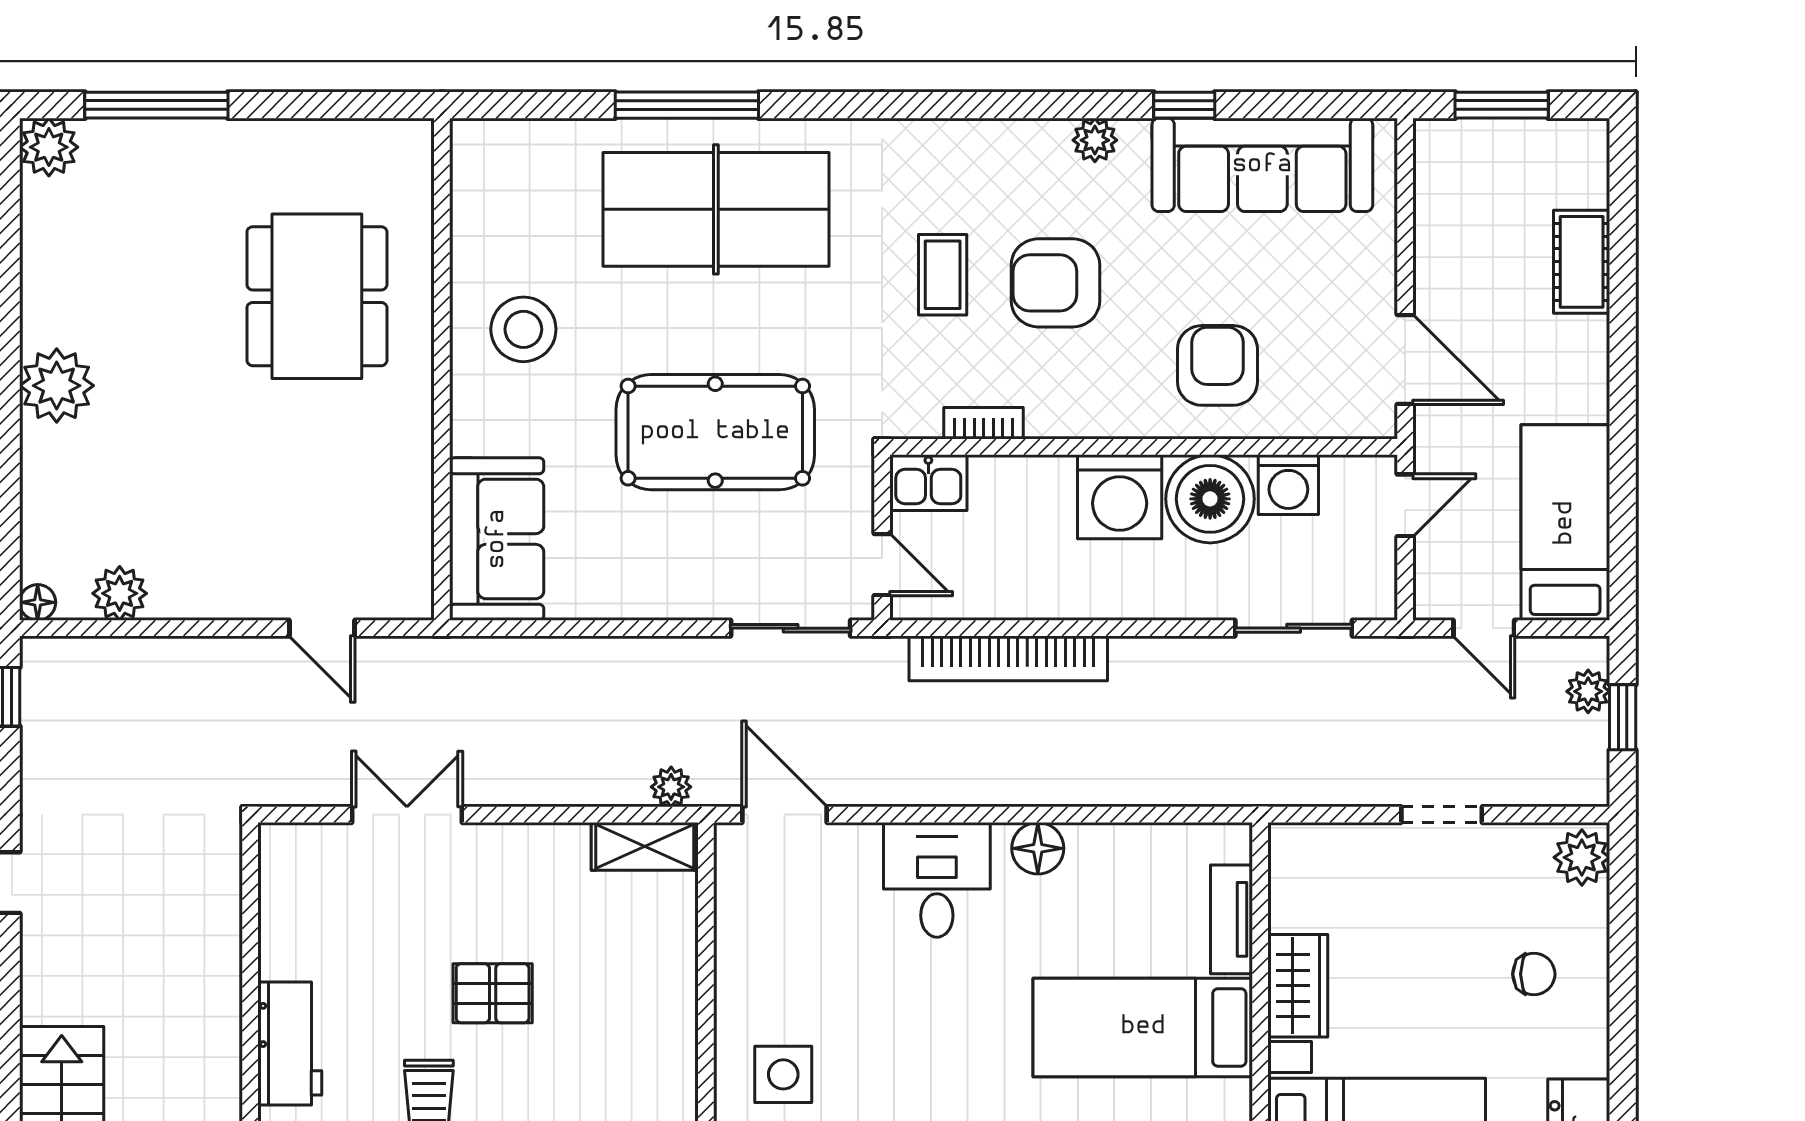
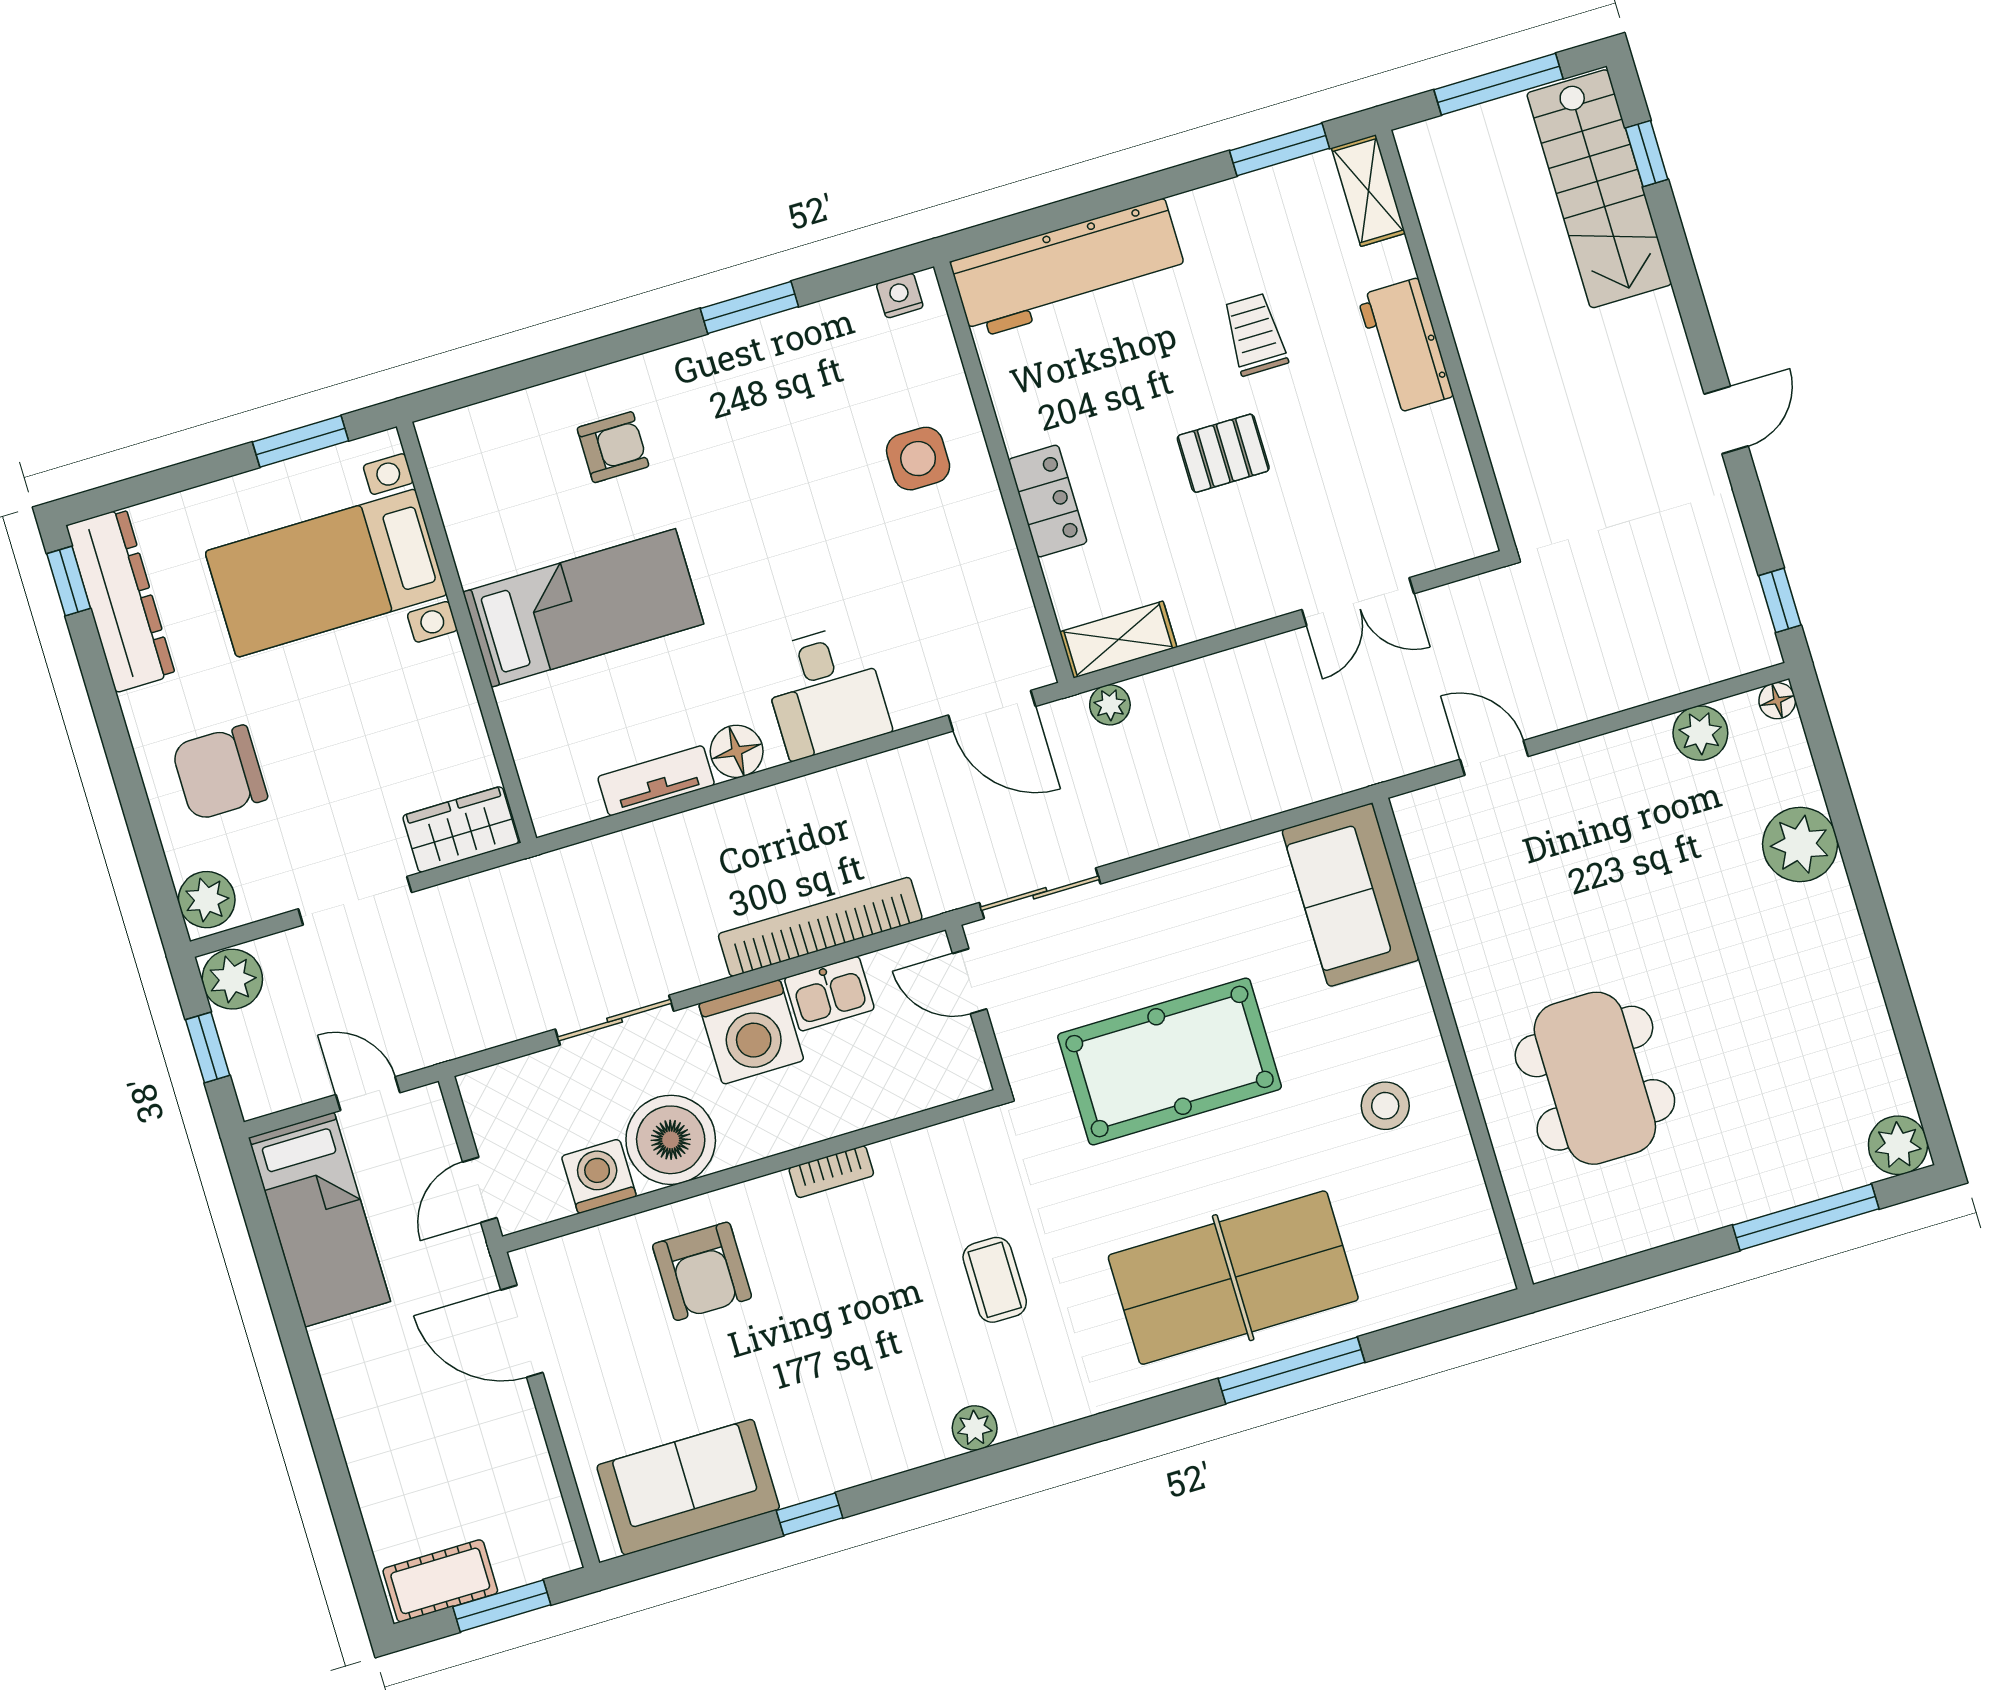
plant: (1095, 140) -> (975, 1428), moved
sofa: (1262, 165) -> (688, 1487), width x0.73
cot: (1582, 262) -> (440, 1581), moved, turned 90
armchair: (1055, 283) -> (883, 1305), removed
stool: (523, 329) -> (1385, 1106), width x0.73, depth x0.73
plant: (57, 386) -> (1800, 845), moved
bookcase: (984, 423) -> (831, 1172), moved
kitchen sink: (928, 483) -> (829, 994), moved, turned 180
washing machine: (1120, 497) -> (751, 1032), moved, turned 180
sliding door: (1294, 628) -> (615, 1020), moved
plant: (1588, 691) -> (232, 979), moved, width x1.38, depth x1.38
doorway: (1442, 815) -> (355, 901), width x1.38
tv unit: (1232, 919) -> (656, 781), moved, turned -90
chair: (1534, 974) -> (220, 773), width x1.87, depth x1.87
wardrobe: (1298, 986) -> (461, 829), moved, turned 90
locker: (672, 998) -> (1048, 501), added

